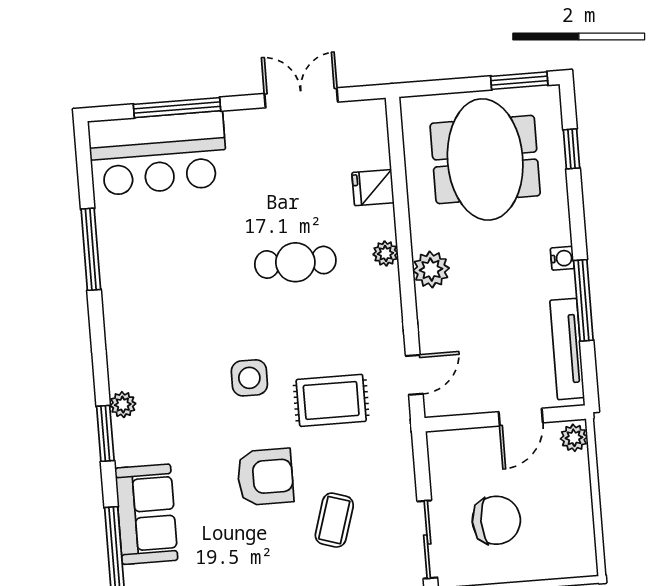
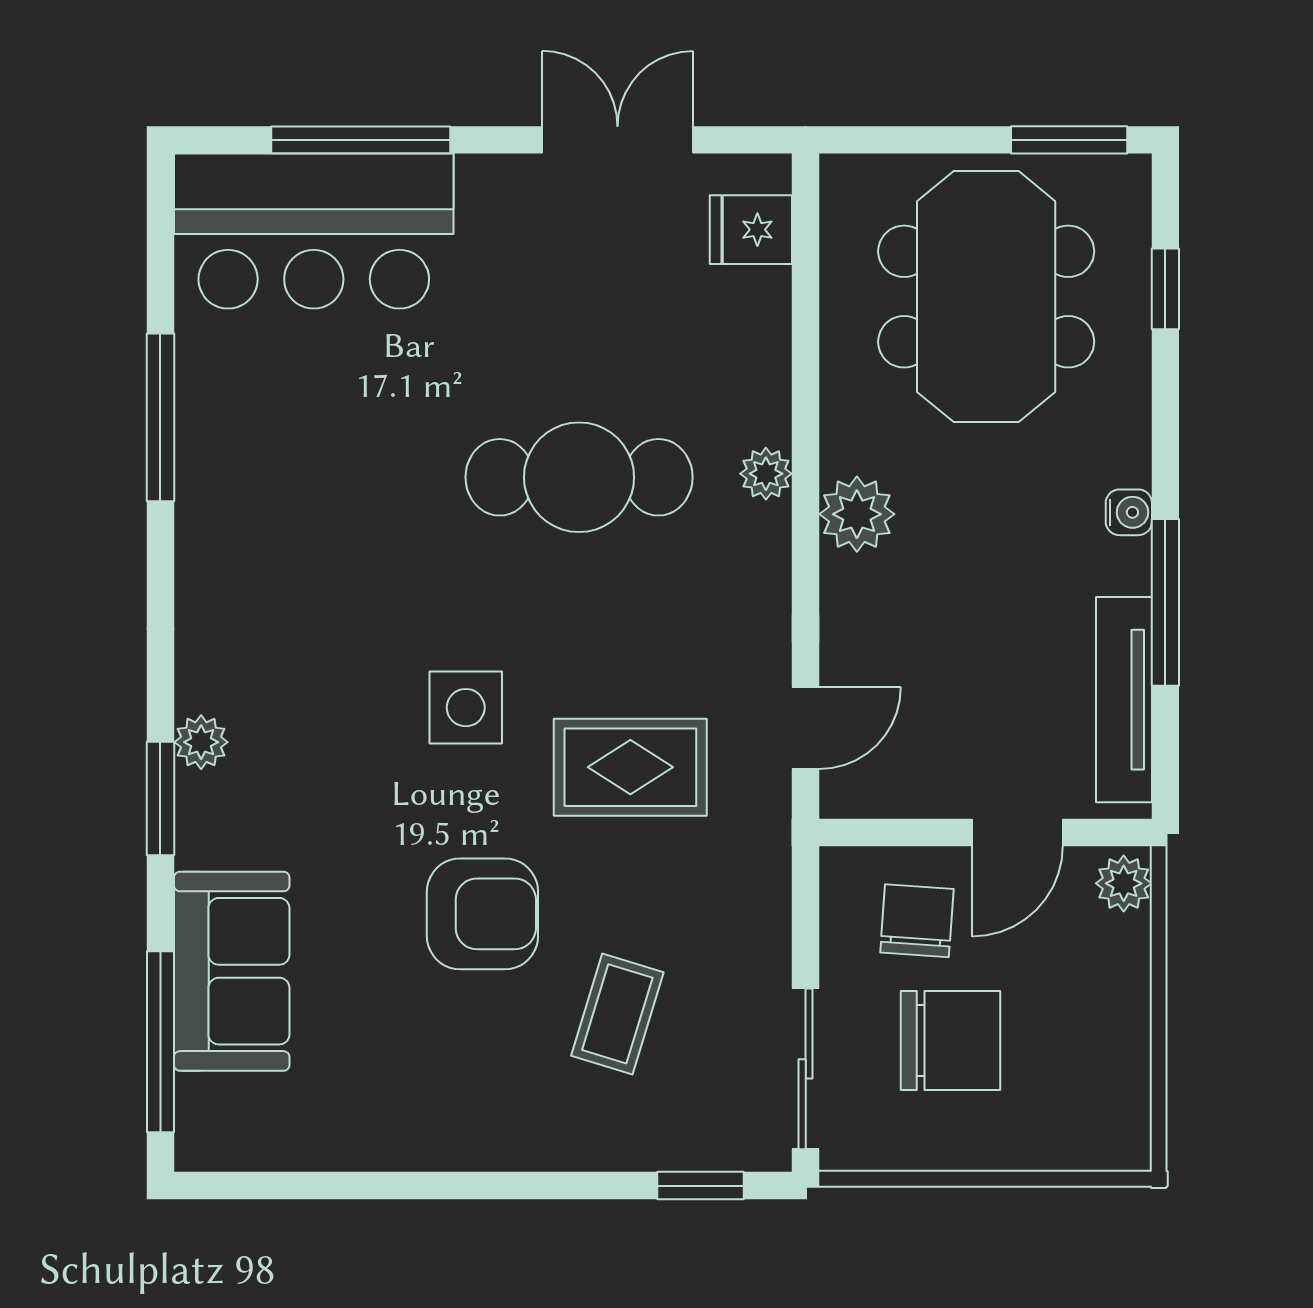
fridge: (373, 188) -> (751, 230), moved
cafe table: (295, 262) -> (579, 477), width x1.37, depth x1.35
chair: (475, 464) -> (917, 921), added

